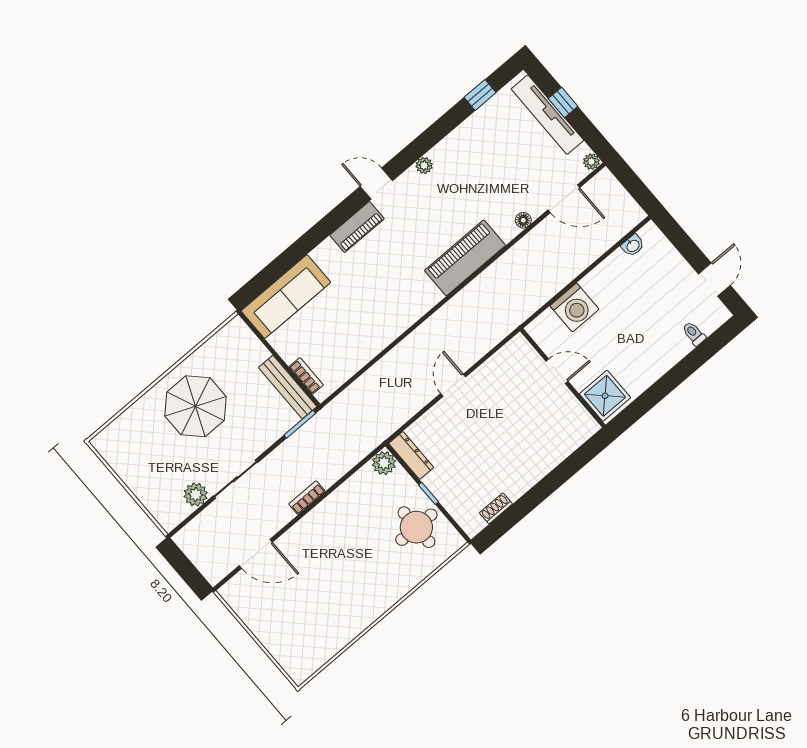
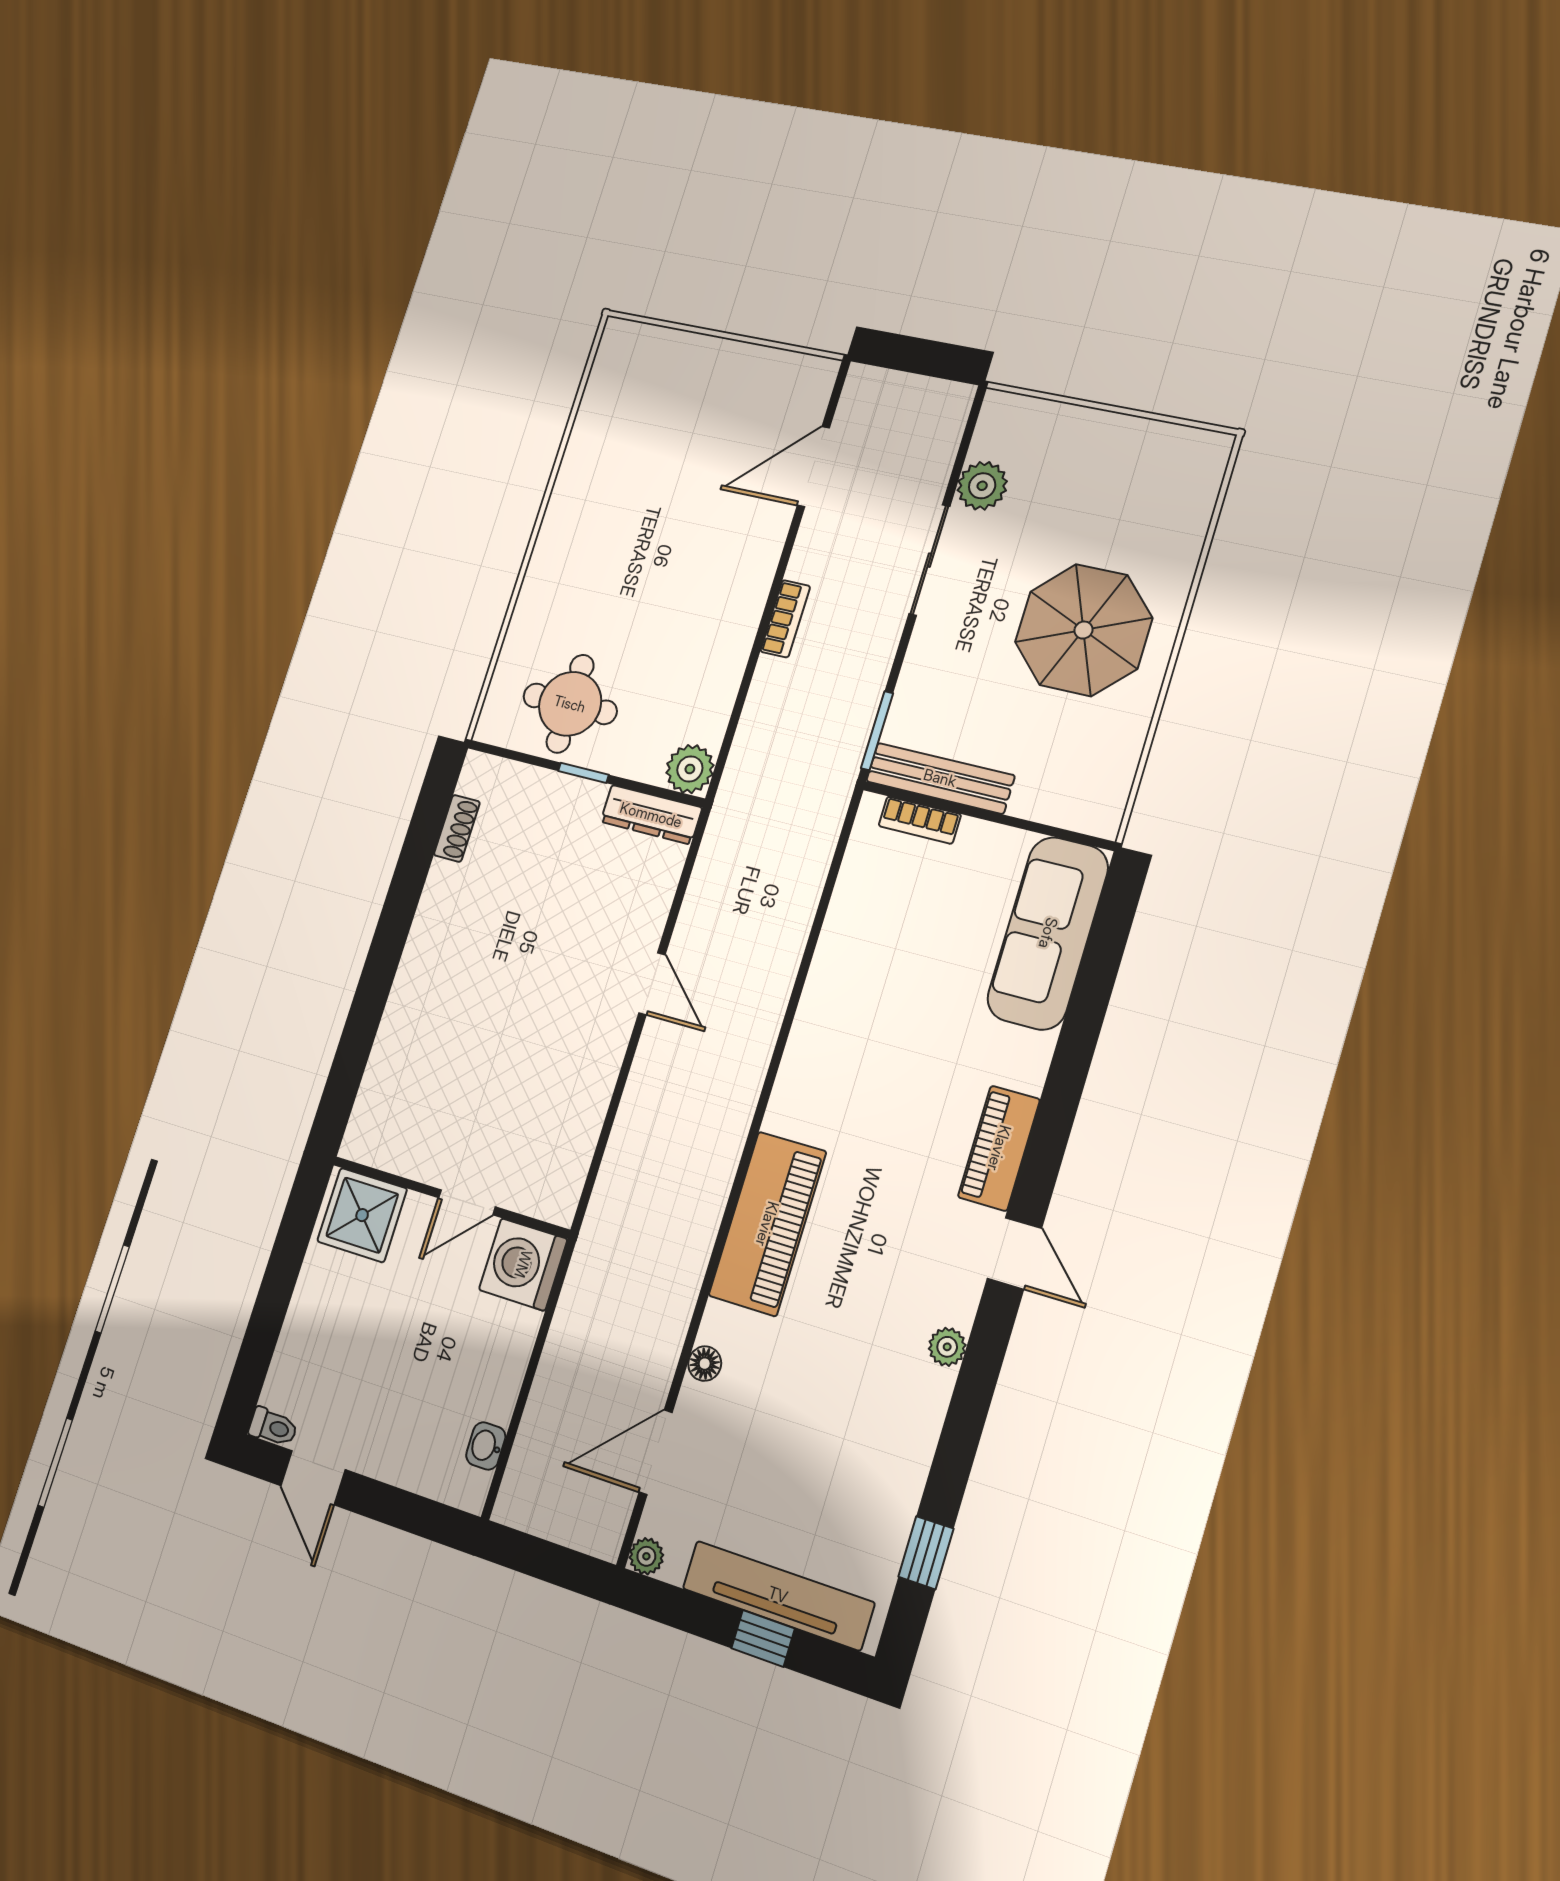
door: (376, 184) -> (1015, 1253), hinge flipped
toilet: (694, 334) -> (273, 1427), moved
door: (557, 371) -> (467, 1202), moved
wall: (563, 378) -> (450, 1197), moved
shower: (605, 396) -> (362, 1215), moved

